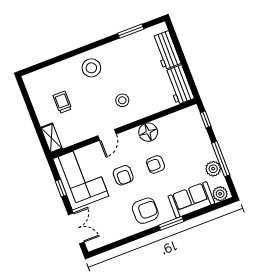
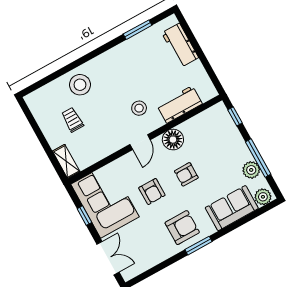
stool: (91, 68) -> (80, 85), moved
workbench: (179, 85) -> (179, 105), moved, turned 90
door: (107, 135) -> (140, 142), moved
window: (171, 223) -> (198, 246), moved

